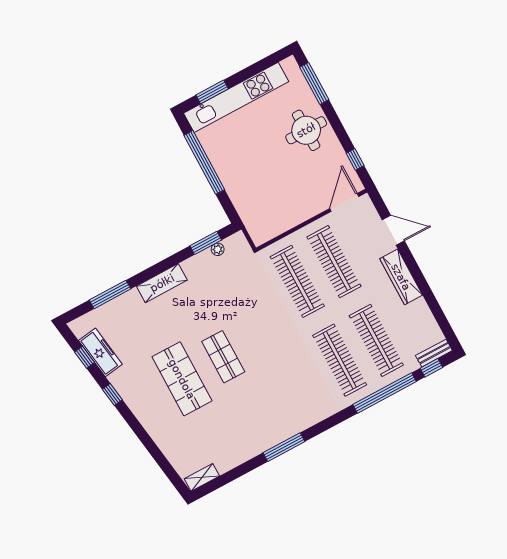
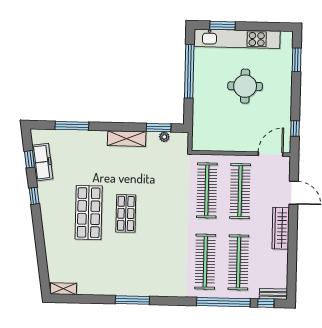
window: (314, 83) -> (297, 60), width x0.69
round table: (306, 130) -> (245, 86), moved
shelving: (162, 283) -> (127, 139), moved

